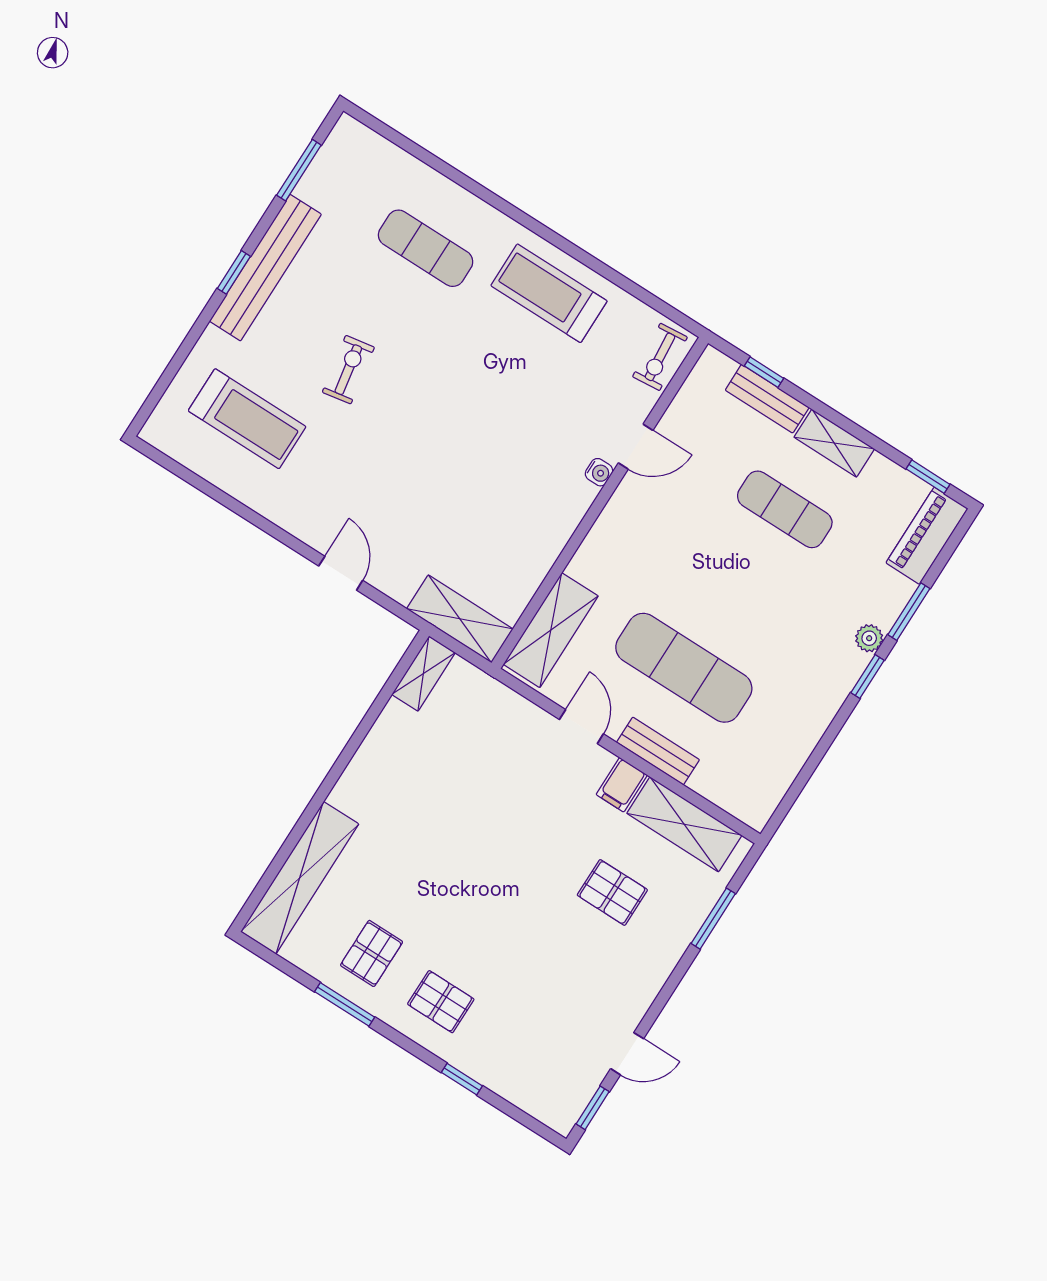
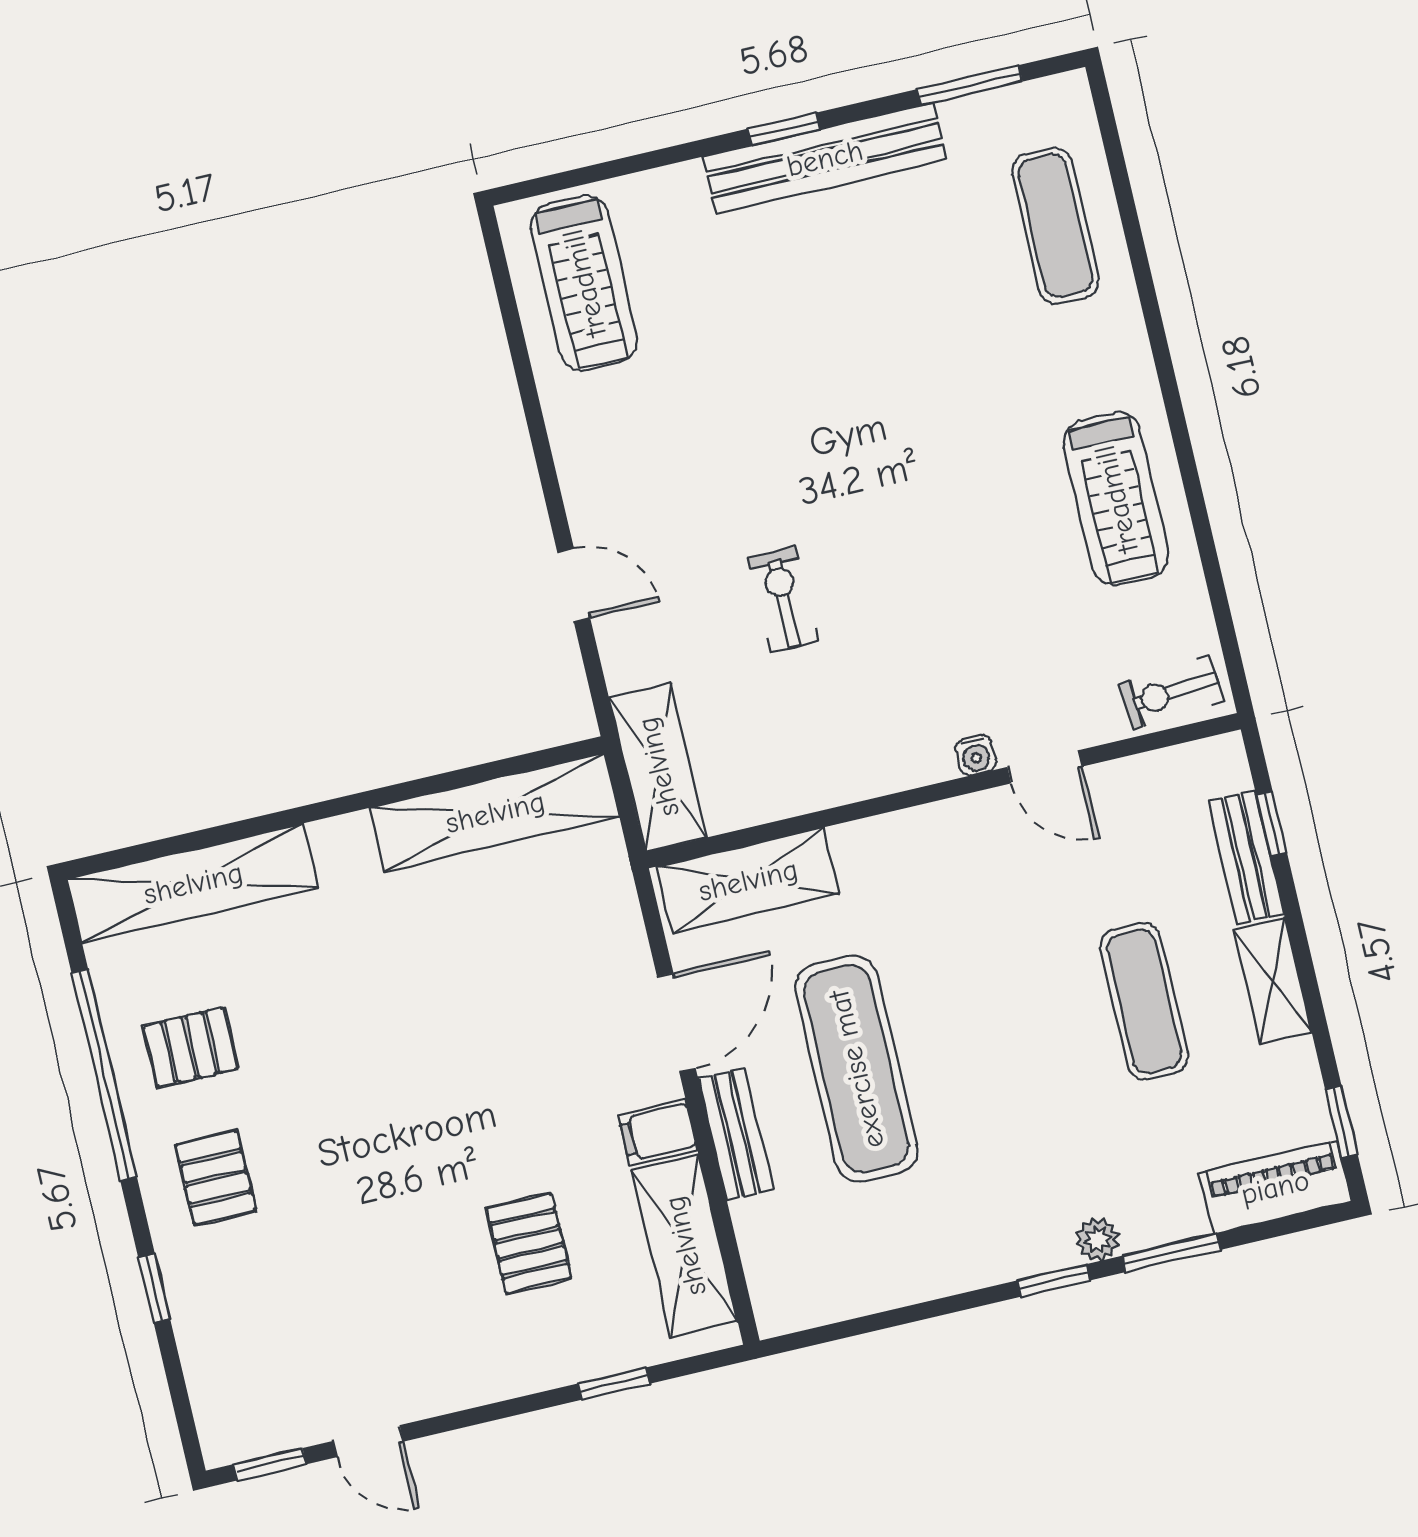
exercise mat: (426, 248) -> (1055, 226), moved
treadmill: (549, 293) -> (1116, 499), turned 180
exercise bike: (348, 370) -> (783, 599), moved, turned -80
treadmill: (247, 419) -> (584, 283), moved
door: (341, 573) -> (574, 585), hinge flipped
shelving: (423, 674) -> (495, 812), width x2.20, depth x1.33
door: (581, 727) -> (676, 1023), width x1.37
window: (713, 919) -> (614, 1384), width x0.67
window: (345, 1004) -> (104, 1075), width x2.11

